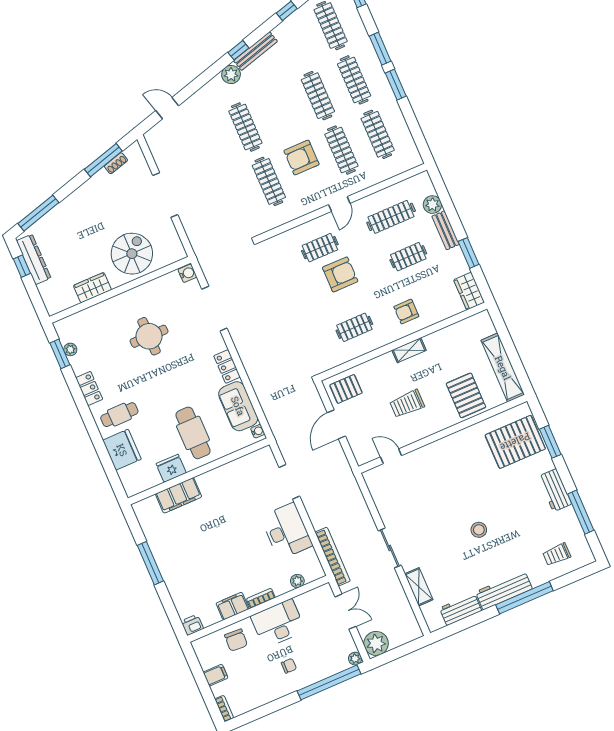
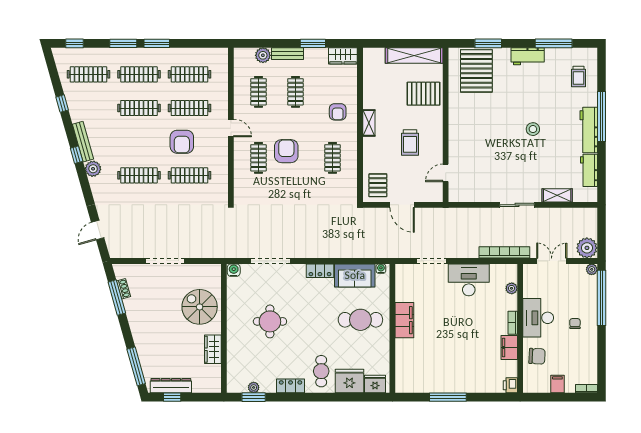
clothes rail: (391, 217) -> (258, 92), width x0.73
fridge: (171, 468) -> (375, 384), moved, turned 90
filing cabinet: (179, 495) -> (404, 320), moved

